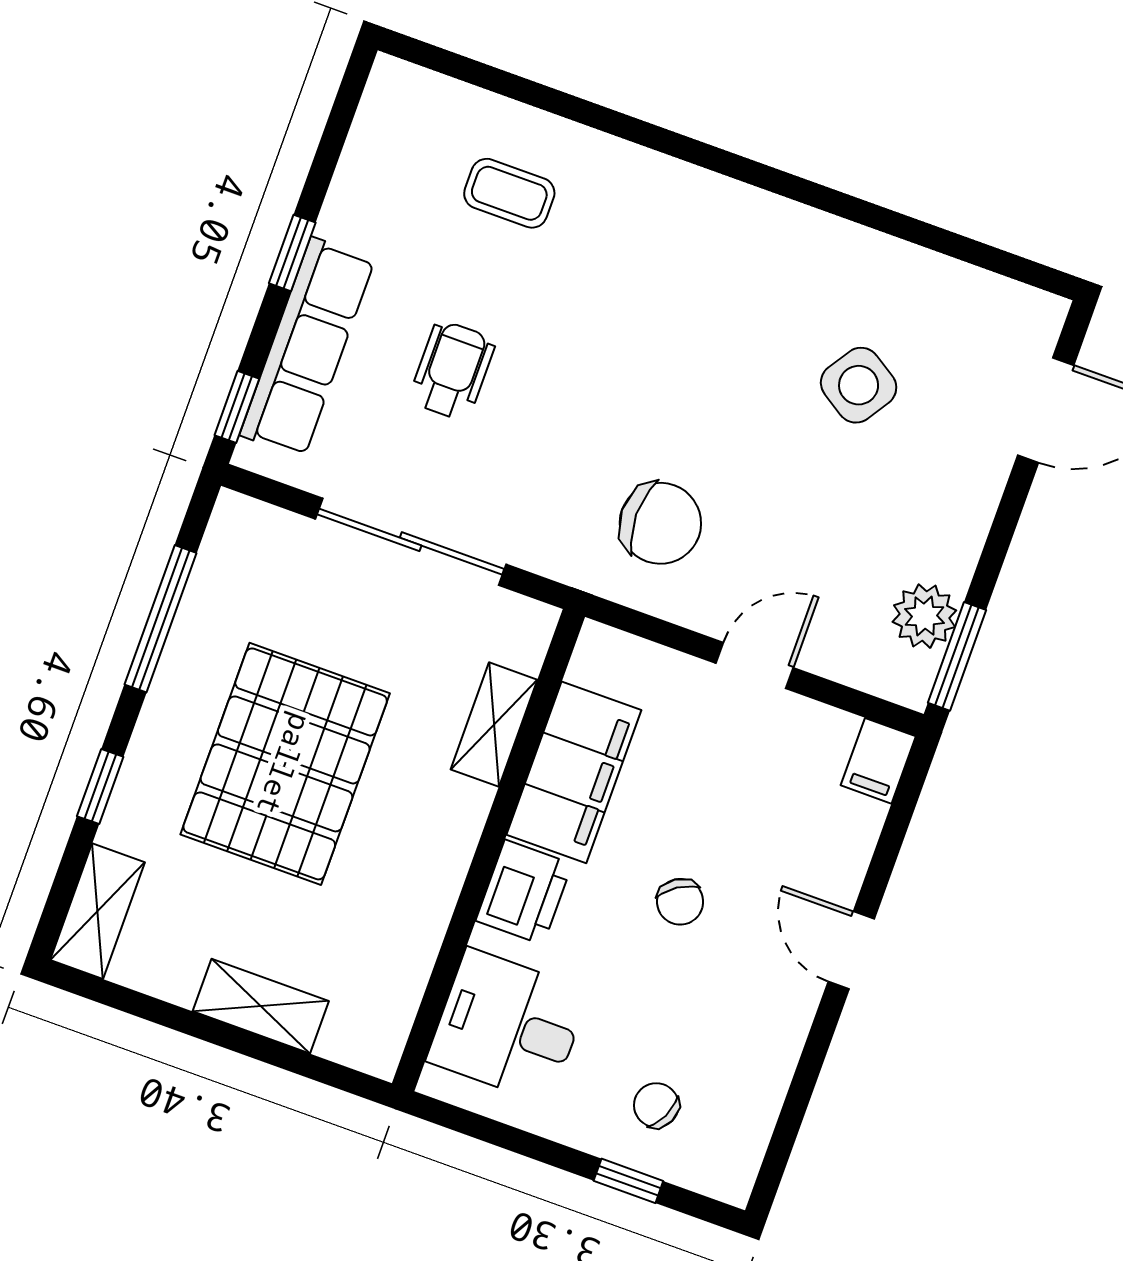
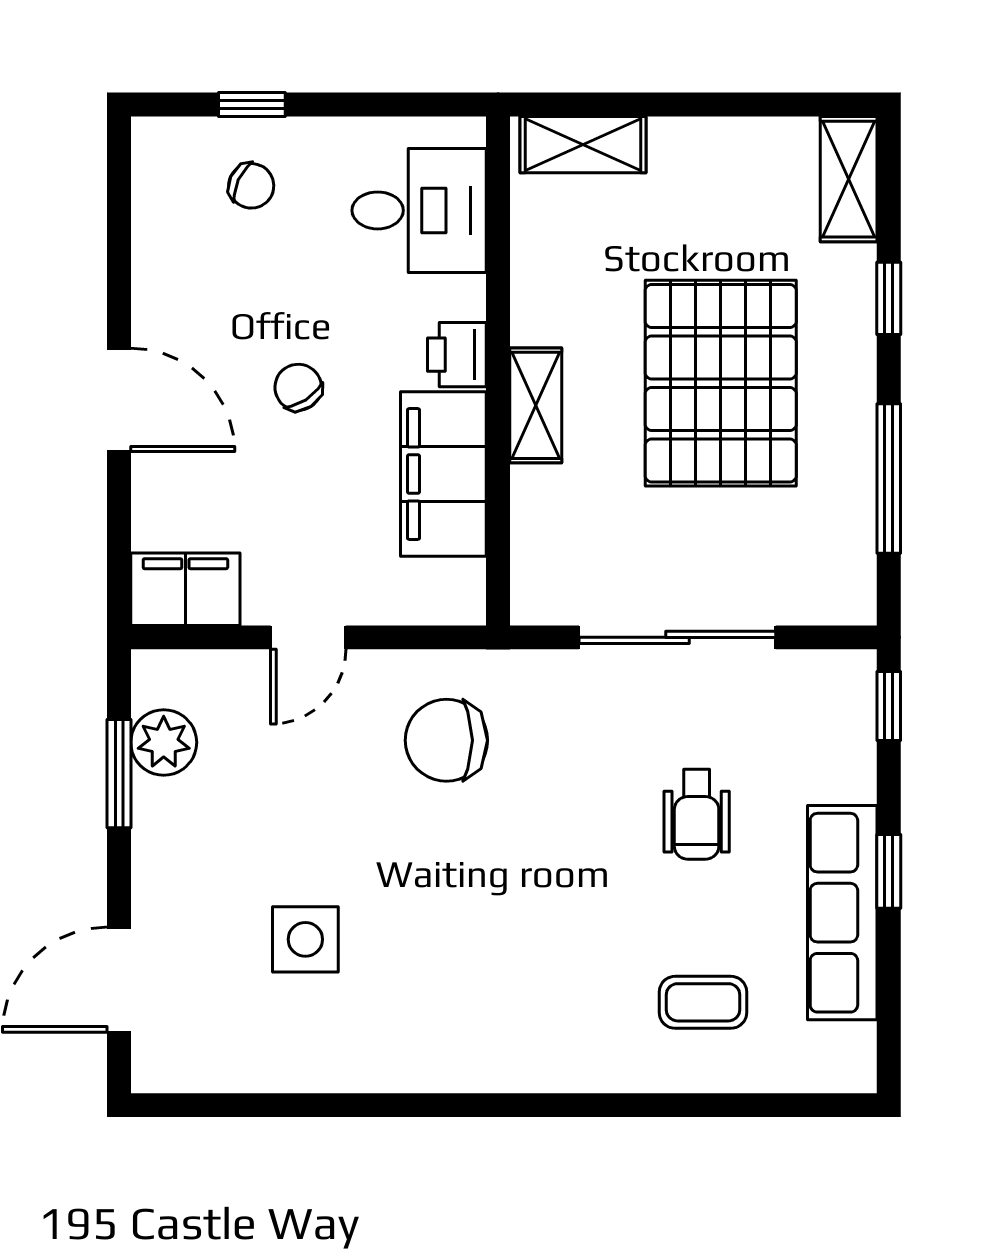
row of seats: (307, 347) -> (842, 913), moved
side table: (859, 385) -> (305, 939), turned -33
window: (957, 656) -> (119, 774), moved
shelving: (494, 725) -> (536, 405), moved
filing cabinet: (878, 761) -> (185, 589), width x2.00
printer: (524, 892) -> (457, 355), width x0.73, depth x0.81
door: (851, 950) -> (119, 400), width x1.38
shelving: (261, 1006) -> (583, 145), moved

